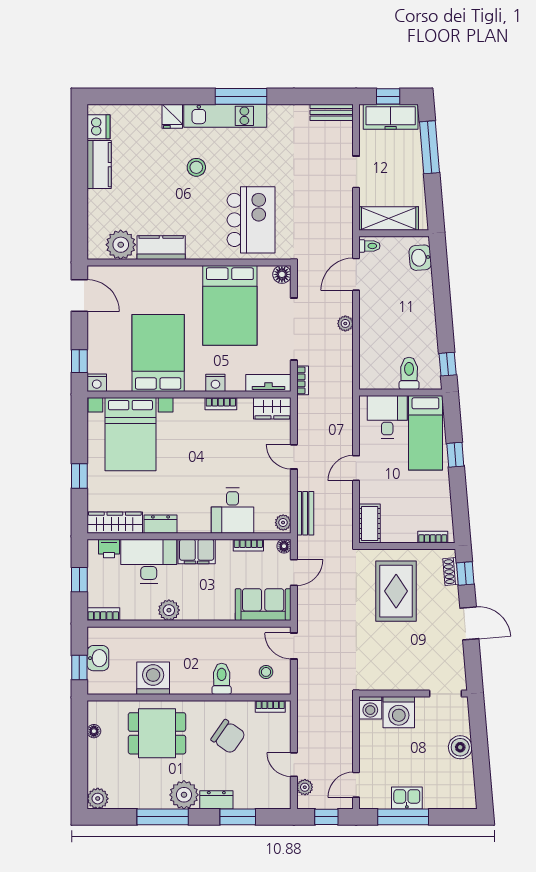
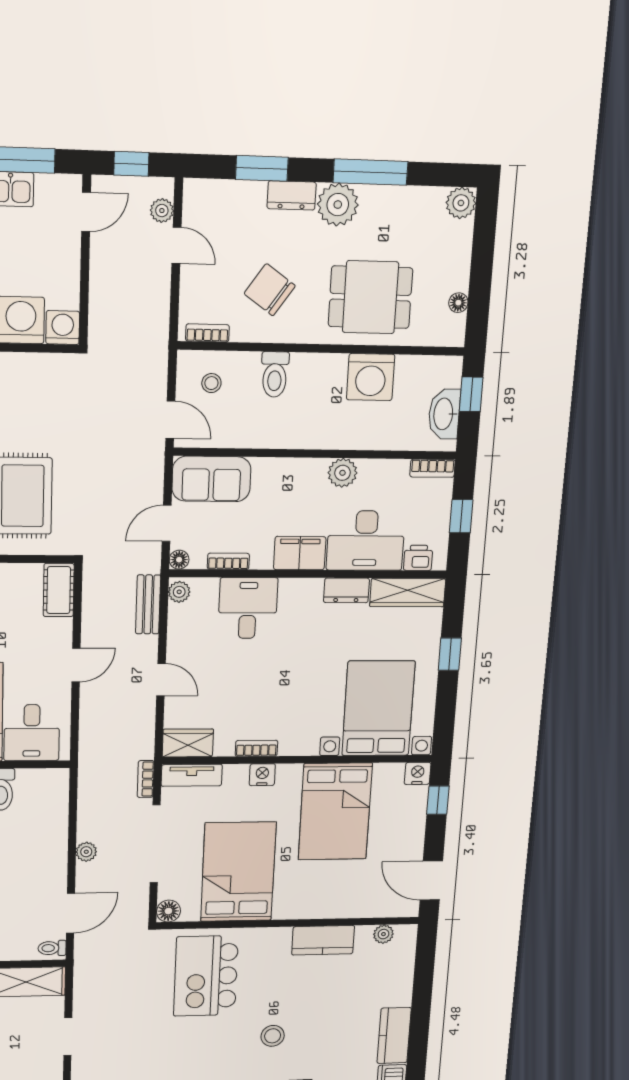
plant: (121, 245) -> (383, 934), width x0.53, depth x0.53
washbasin: (98, 658) -> (444, 414), width x1.38

